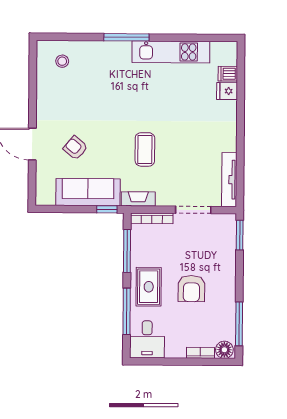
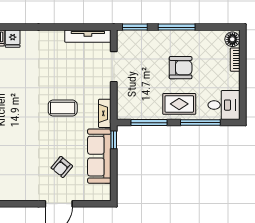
bookcase: (152, 218) -> (121, 102), removed
window: (239, 324) -> (177, 27), moved

